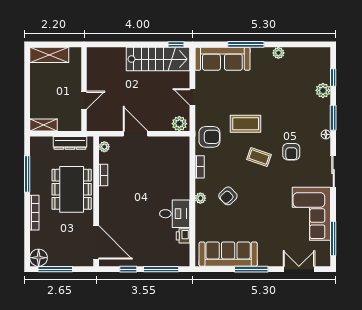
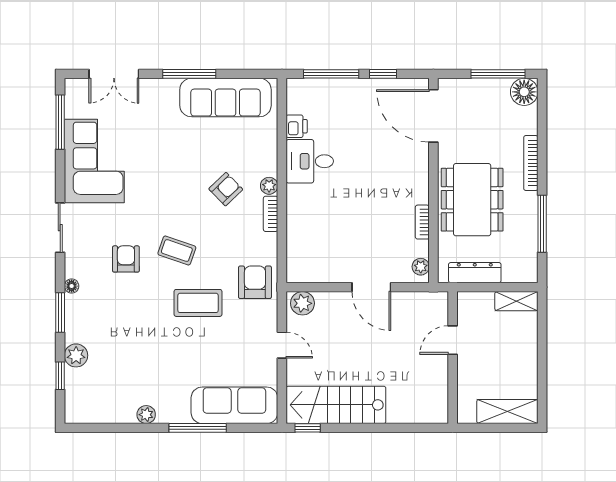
armchair: (209, 137) -> (255, 282), turned 90
bookcase: (200, 167) -> (271, 214), moved

